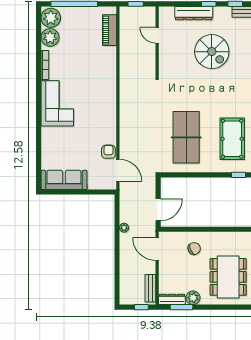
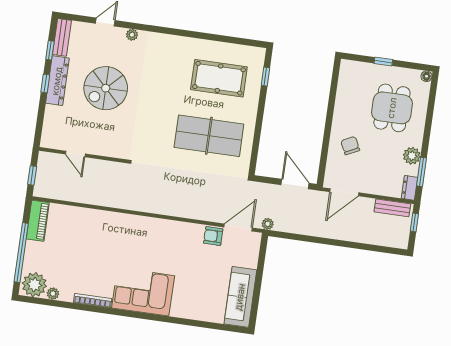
dresser: (194, 13) -> (57, 81), moved
piano: (110, 30) -> (38, 221), moved, turned -90
door: (157, 35) -> (75, 154), hinge flipped
plant: (50, 37) -> (53, 294), width x0.53, depth x0.53
spiral stairs: (212, 52) -> (106, 88), turned 180
plant: (124, 228) -> (268, 224), moved
dining table: (228, 277) -> (392, 108), width x0.73
dresser: (172, 299) -> (409, 188), width x0.70

